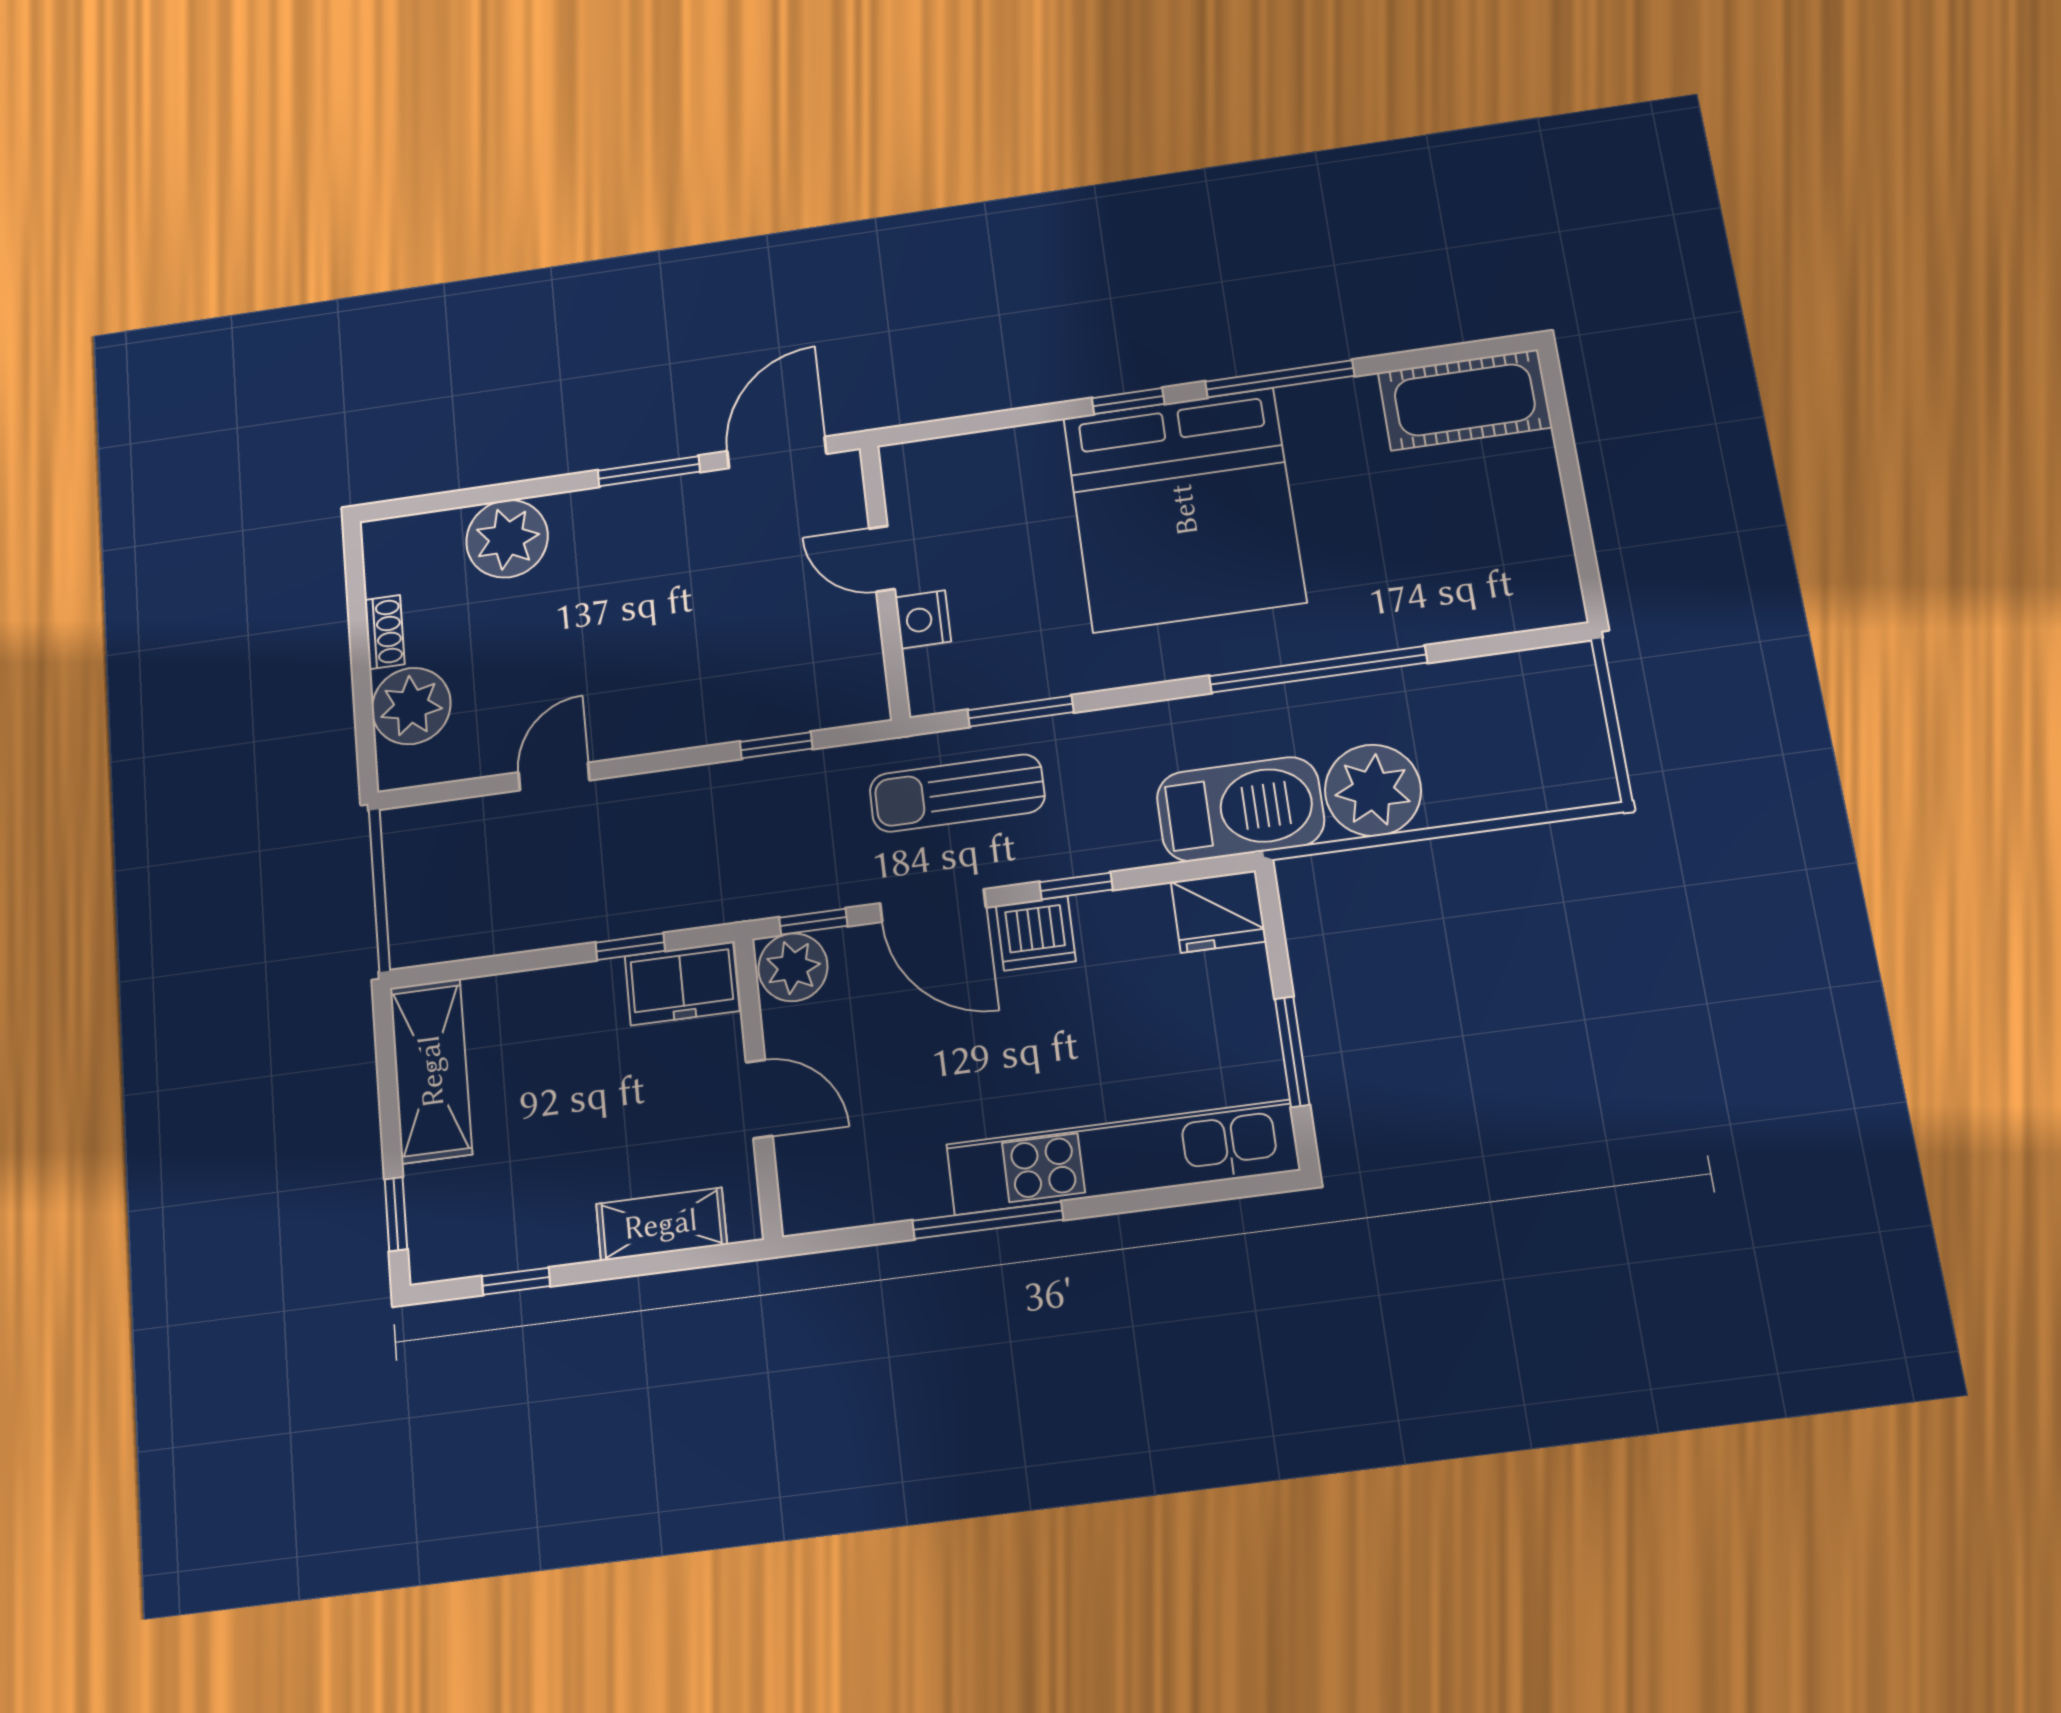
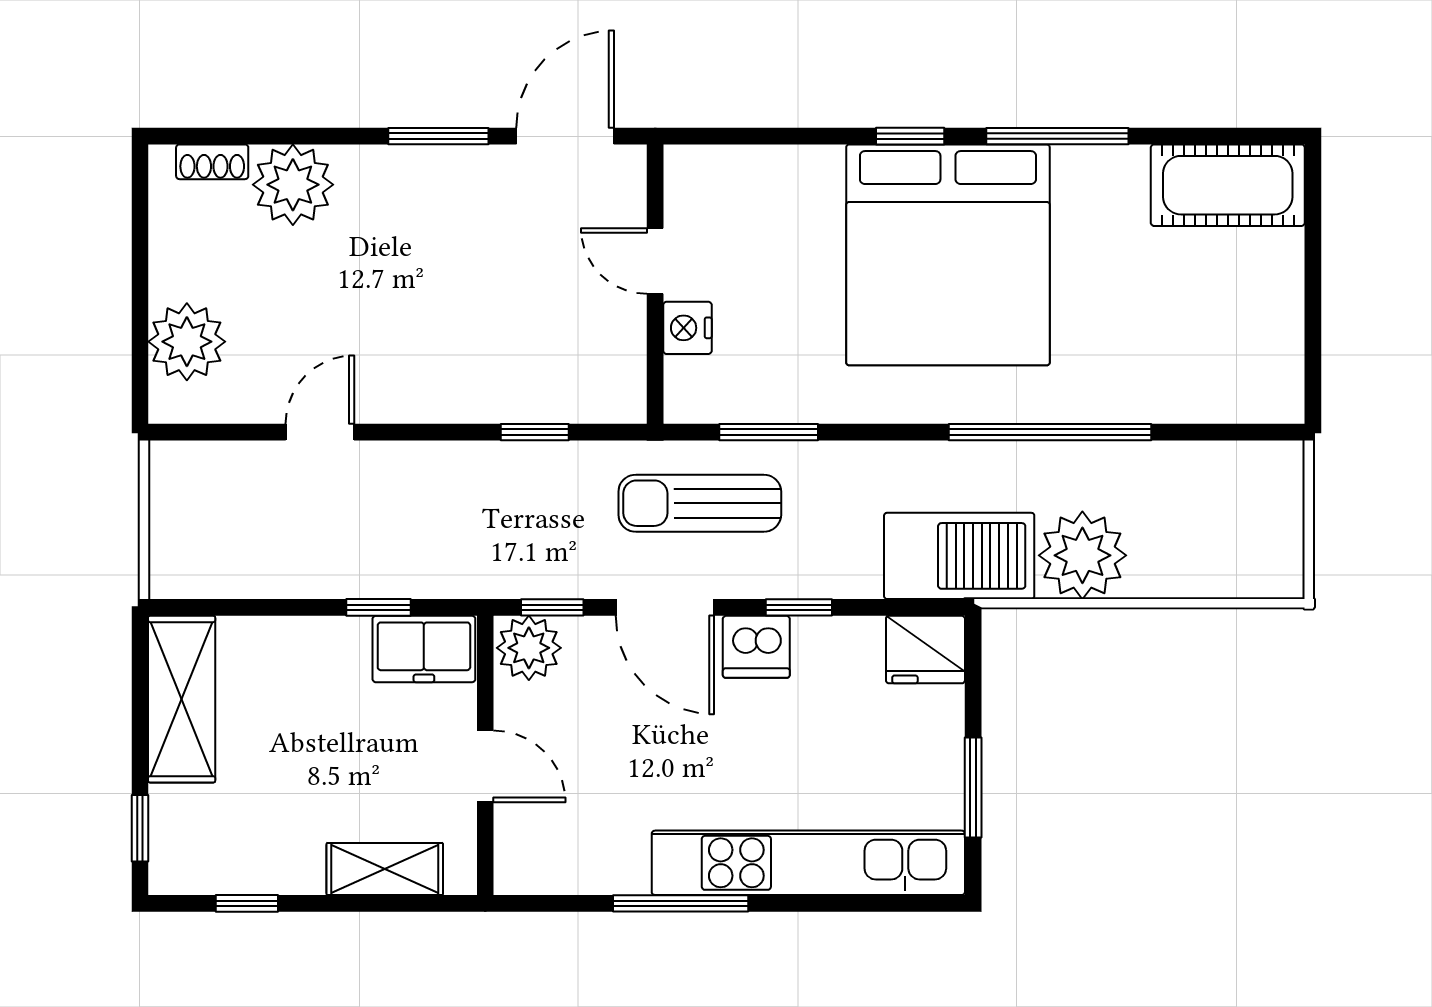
shoe rack: (385, 632) -> (212, 162), moved, turned 90

